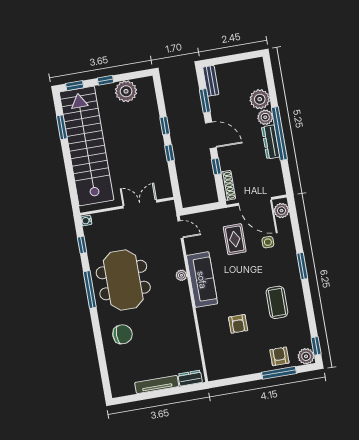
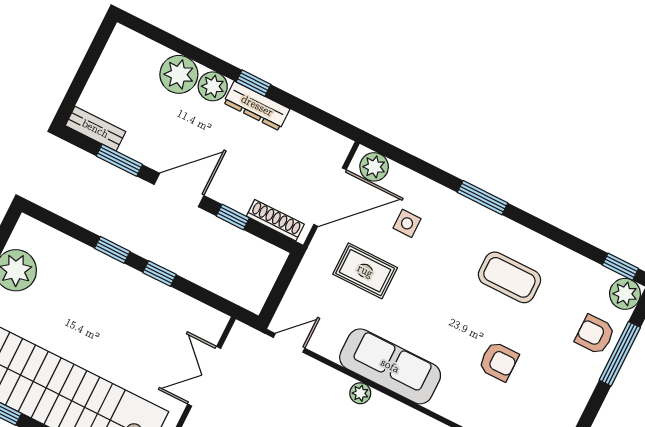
window: (279, 133) -> (253, 83), width x0.32

